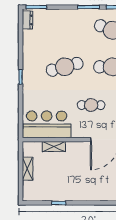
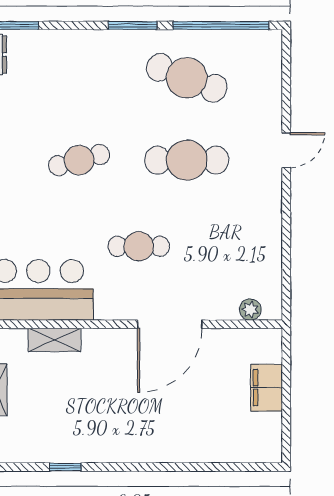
cafe table: (65, 67) -> (79, 160), width x0.73, depth x0.74

